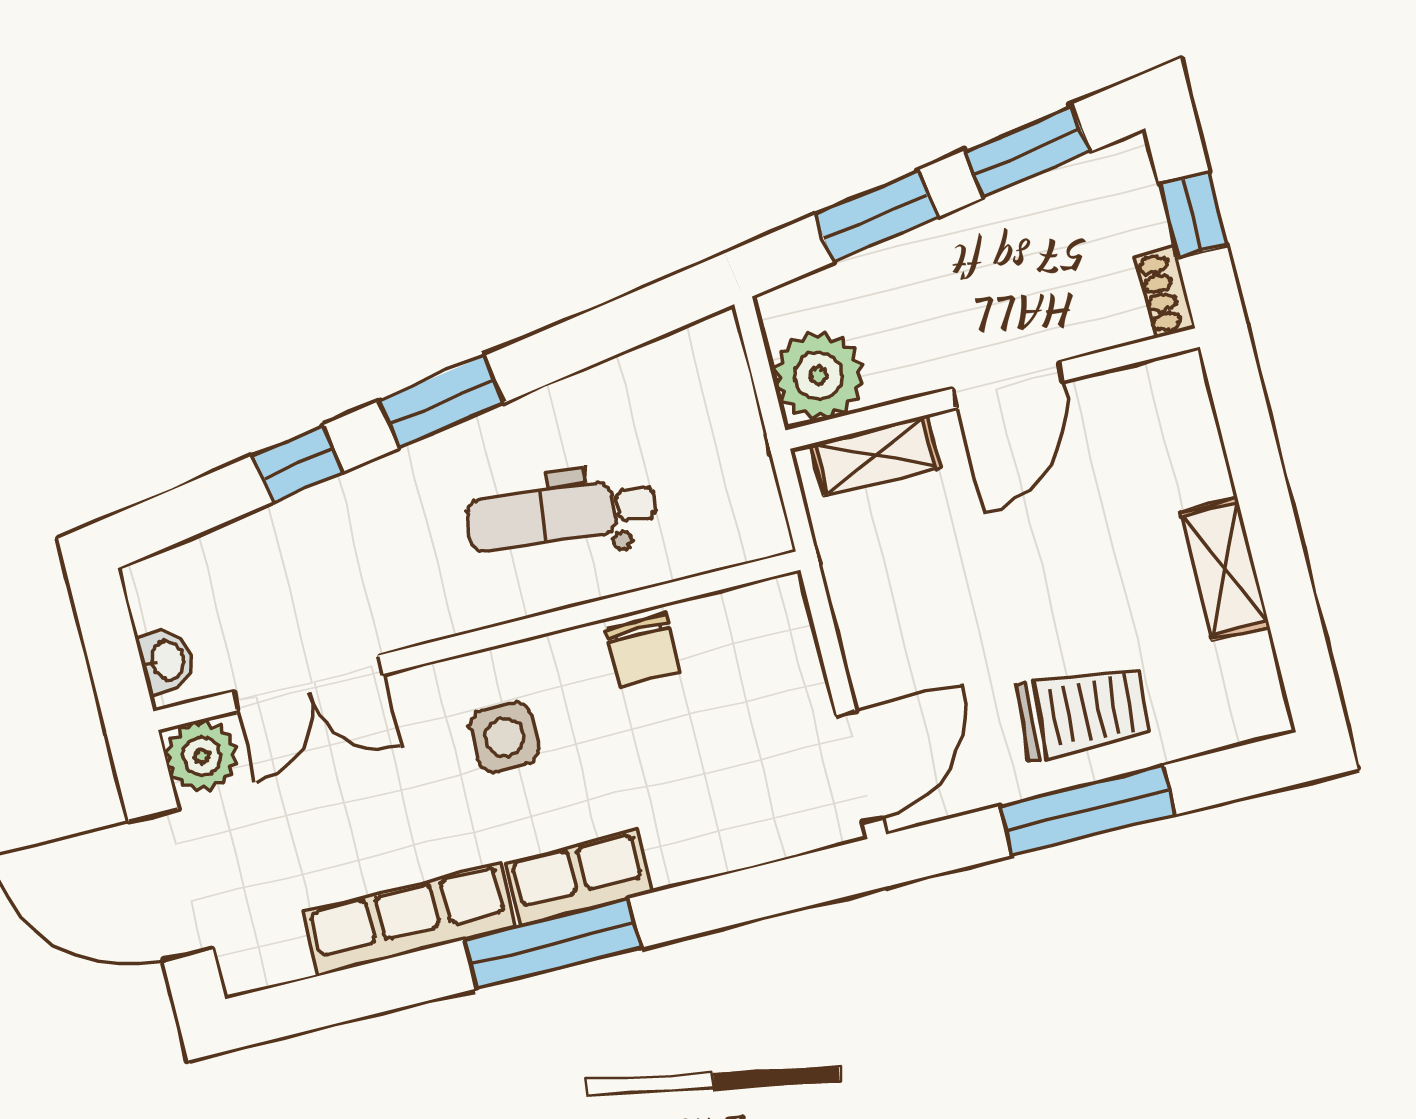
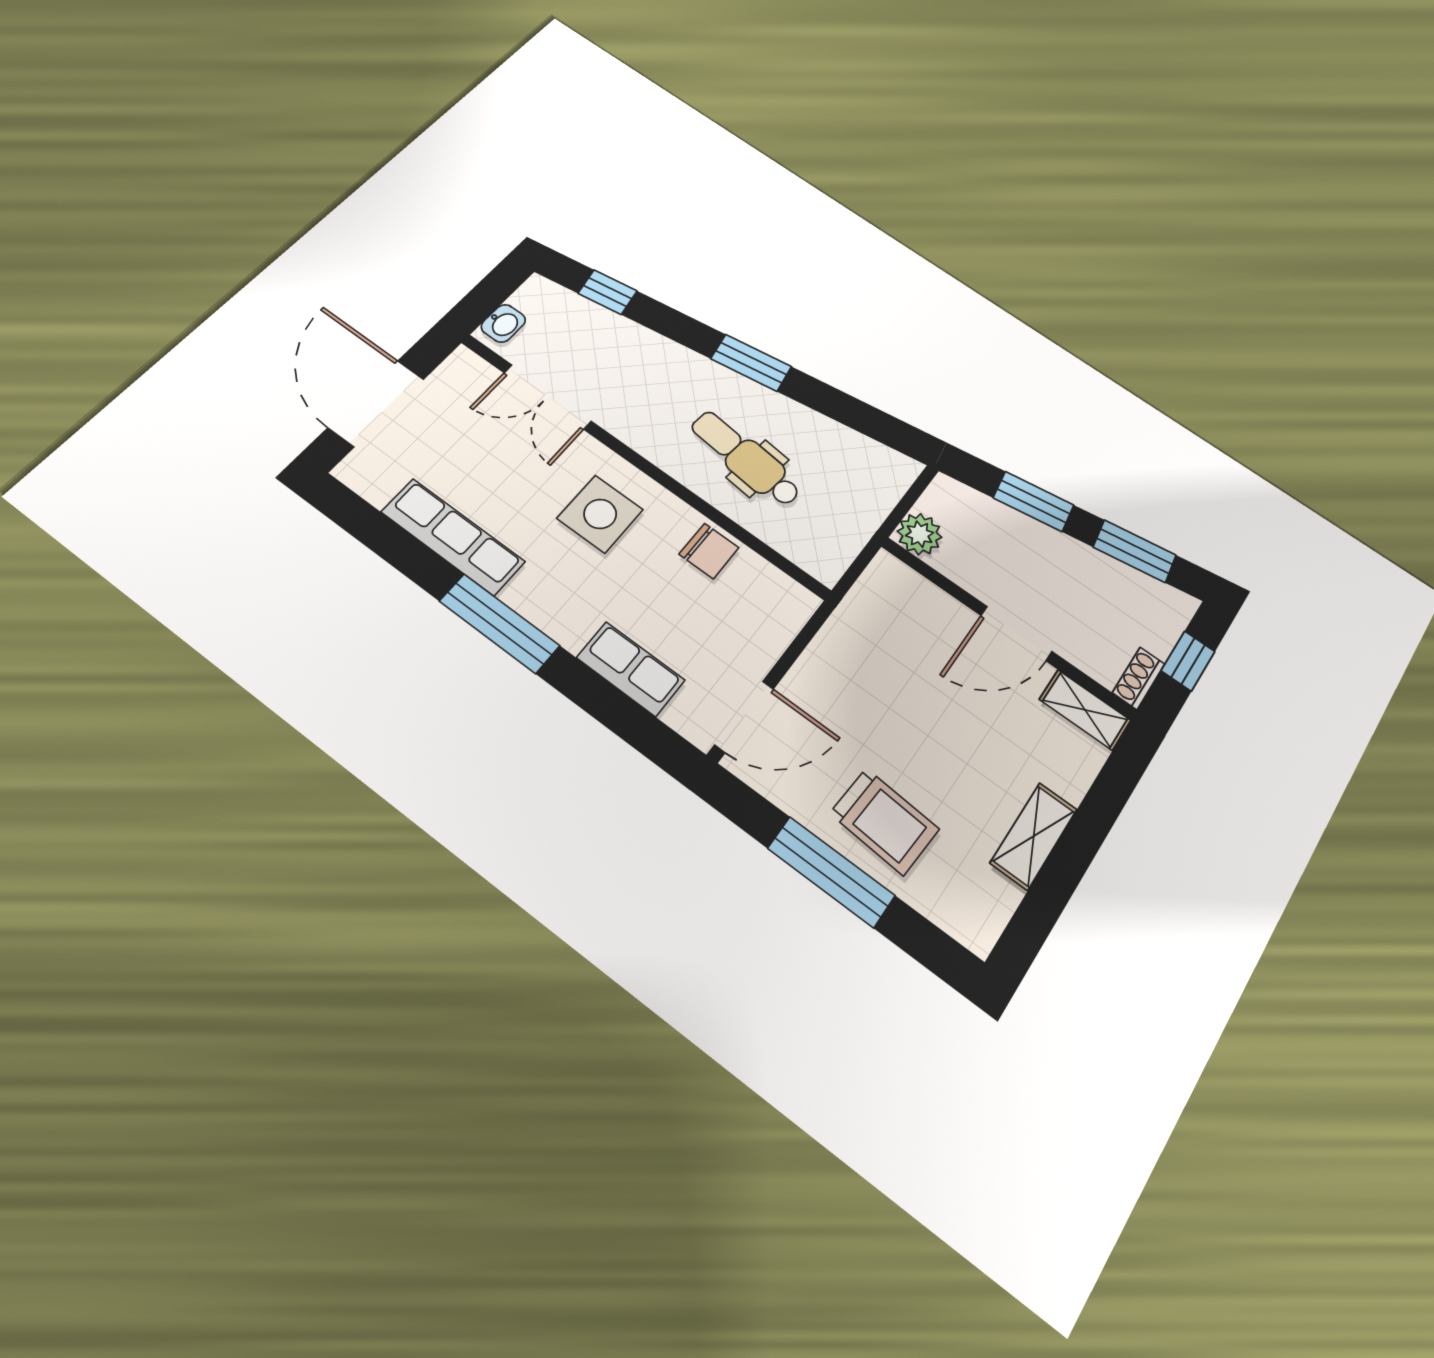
plant: (818, 376) -> (920, 534), width x0.73, depth x0.73
shelving: (875, 455) -> (1085, 710), moved
window: (298, 463) -> (608, 292), moved
chair: (643, 650) -> (709, 551), turned -90
side table: (505, 737) -> (600, 514), width x1.37, depth x1.37
plant: (202, 756) -> (464, 372), removed
row of seats: (579, 878) -> (631, 669), moved

